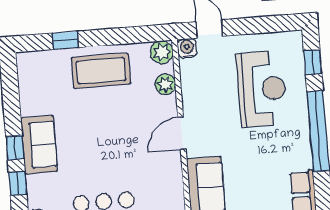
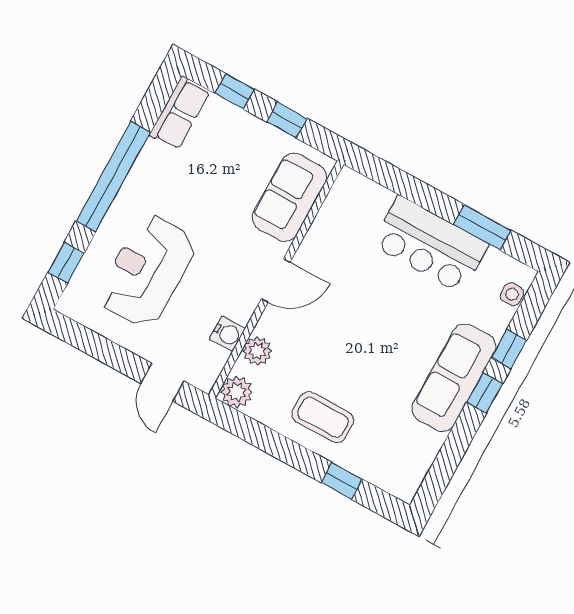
water cooler: (187, 48) -> (227, 334), moved, turned -90
coffee table: (101, 71) -> (323, 417), width x0.73, depth x0.76
sofa: (39, 145) -> (454, 378), width x1.36

